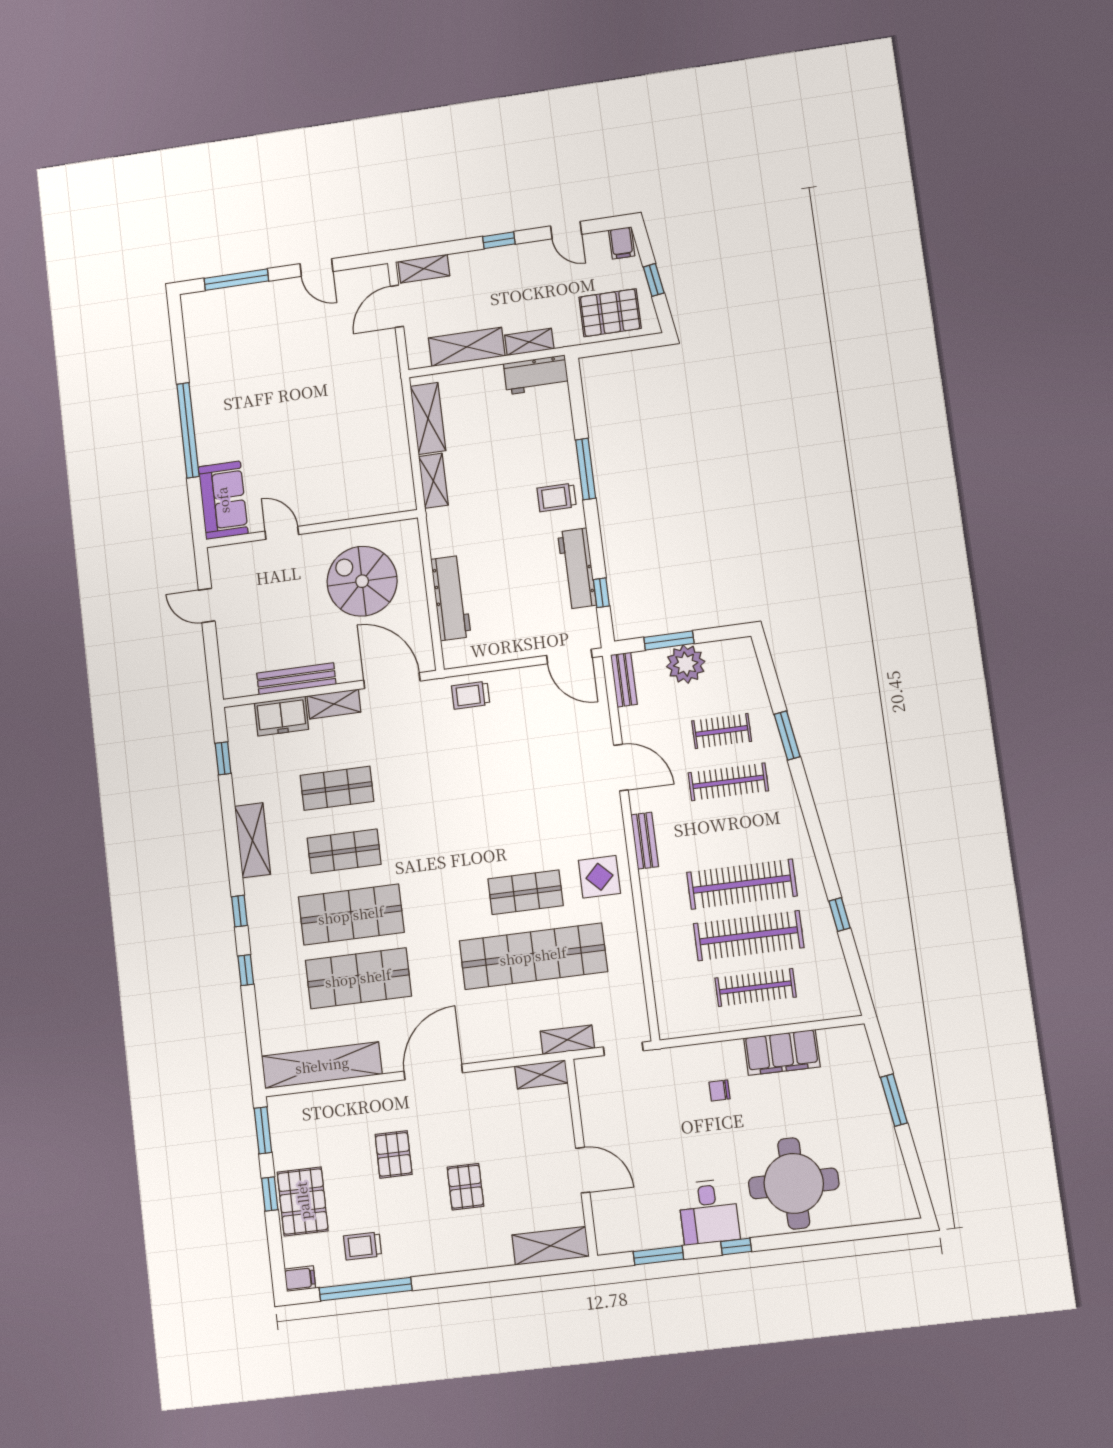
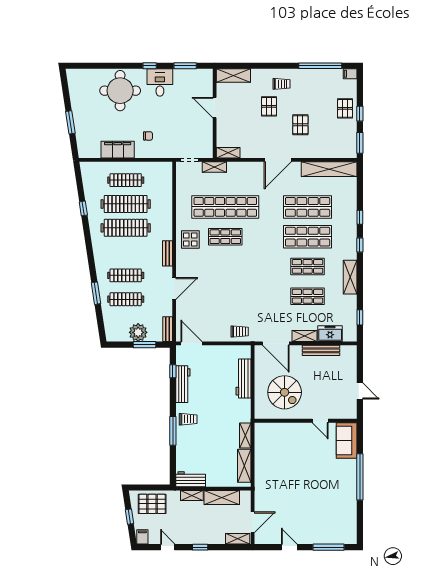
clothes rail: (722, 731) -> (126, 299), width x1.36
door: (621, 768) -> (174, 288), swing flipped
pallet: (303, 1201) -> (345, 108), width x0.67, depth x0.71
trolley: (363, 1246) -> (281, 84), moved

